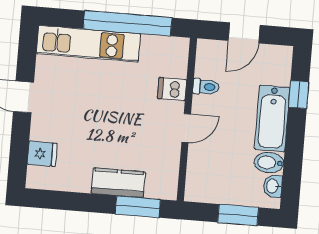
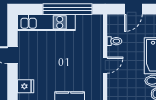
dishwasher: (172, 89) -> (95, 44), removed

